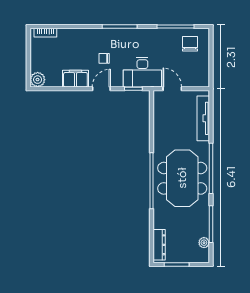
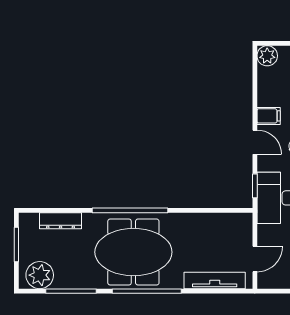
filing cabinet: (75, 79) -> (269, 116), width x0.50
door: (172, 89) -> (255, 259), moved
plant: (204, 243) -> (40, 275), width x1.88, depth x1.88
dresser: (159, 245) -> (61, 221), moved

